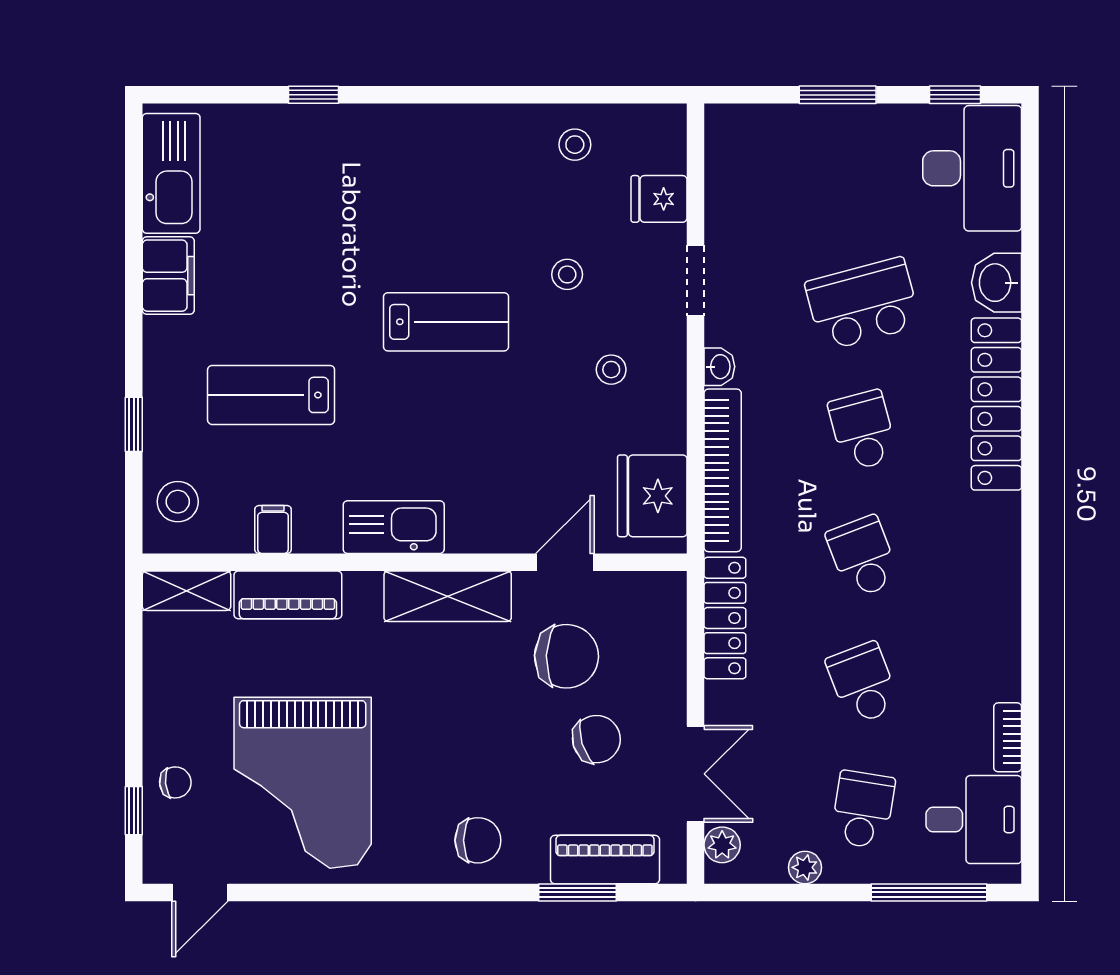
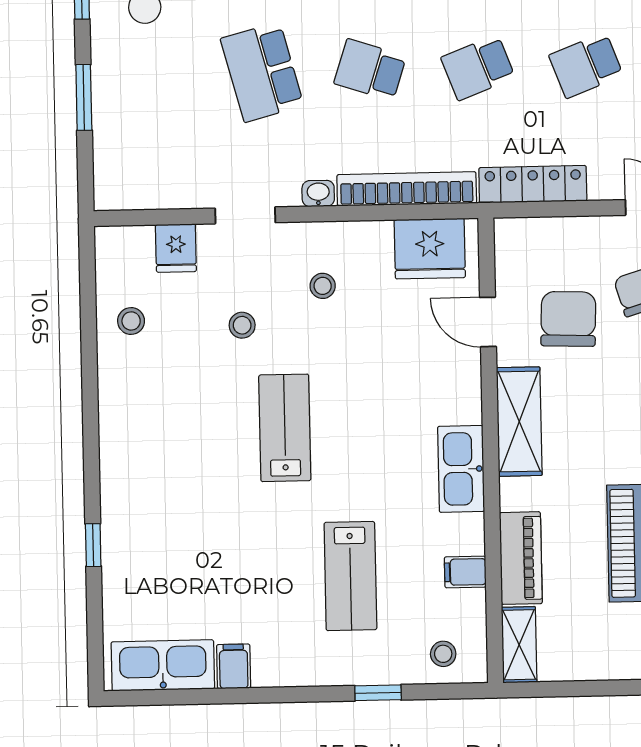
filing cabinet: (168, 276) -> (234, 666), width x0.50
school desk: (863, 430) -> (370, 70), turned 33
stool: (178, 502) -> (443, 654), width x0.73, depth x0.73

